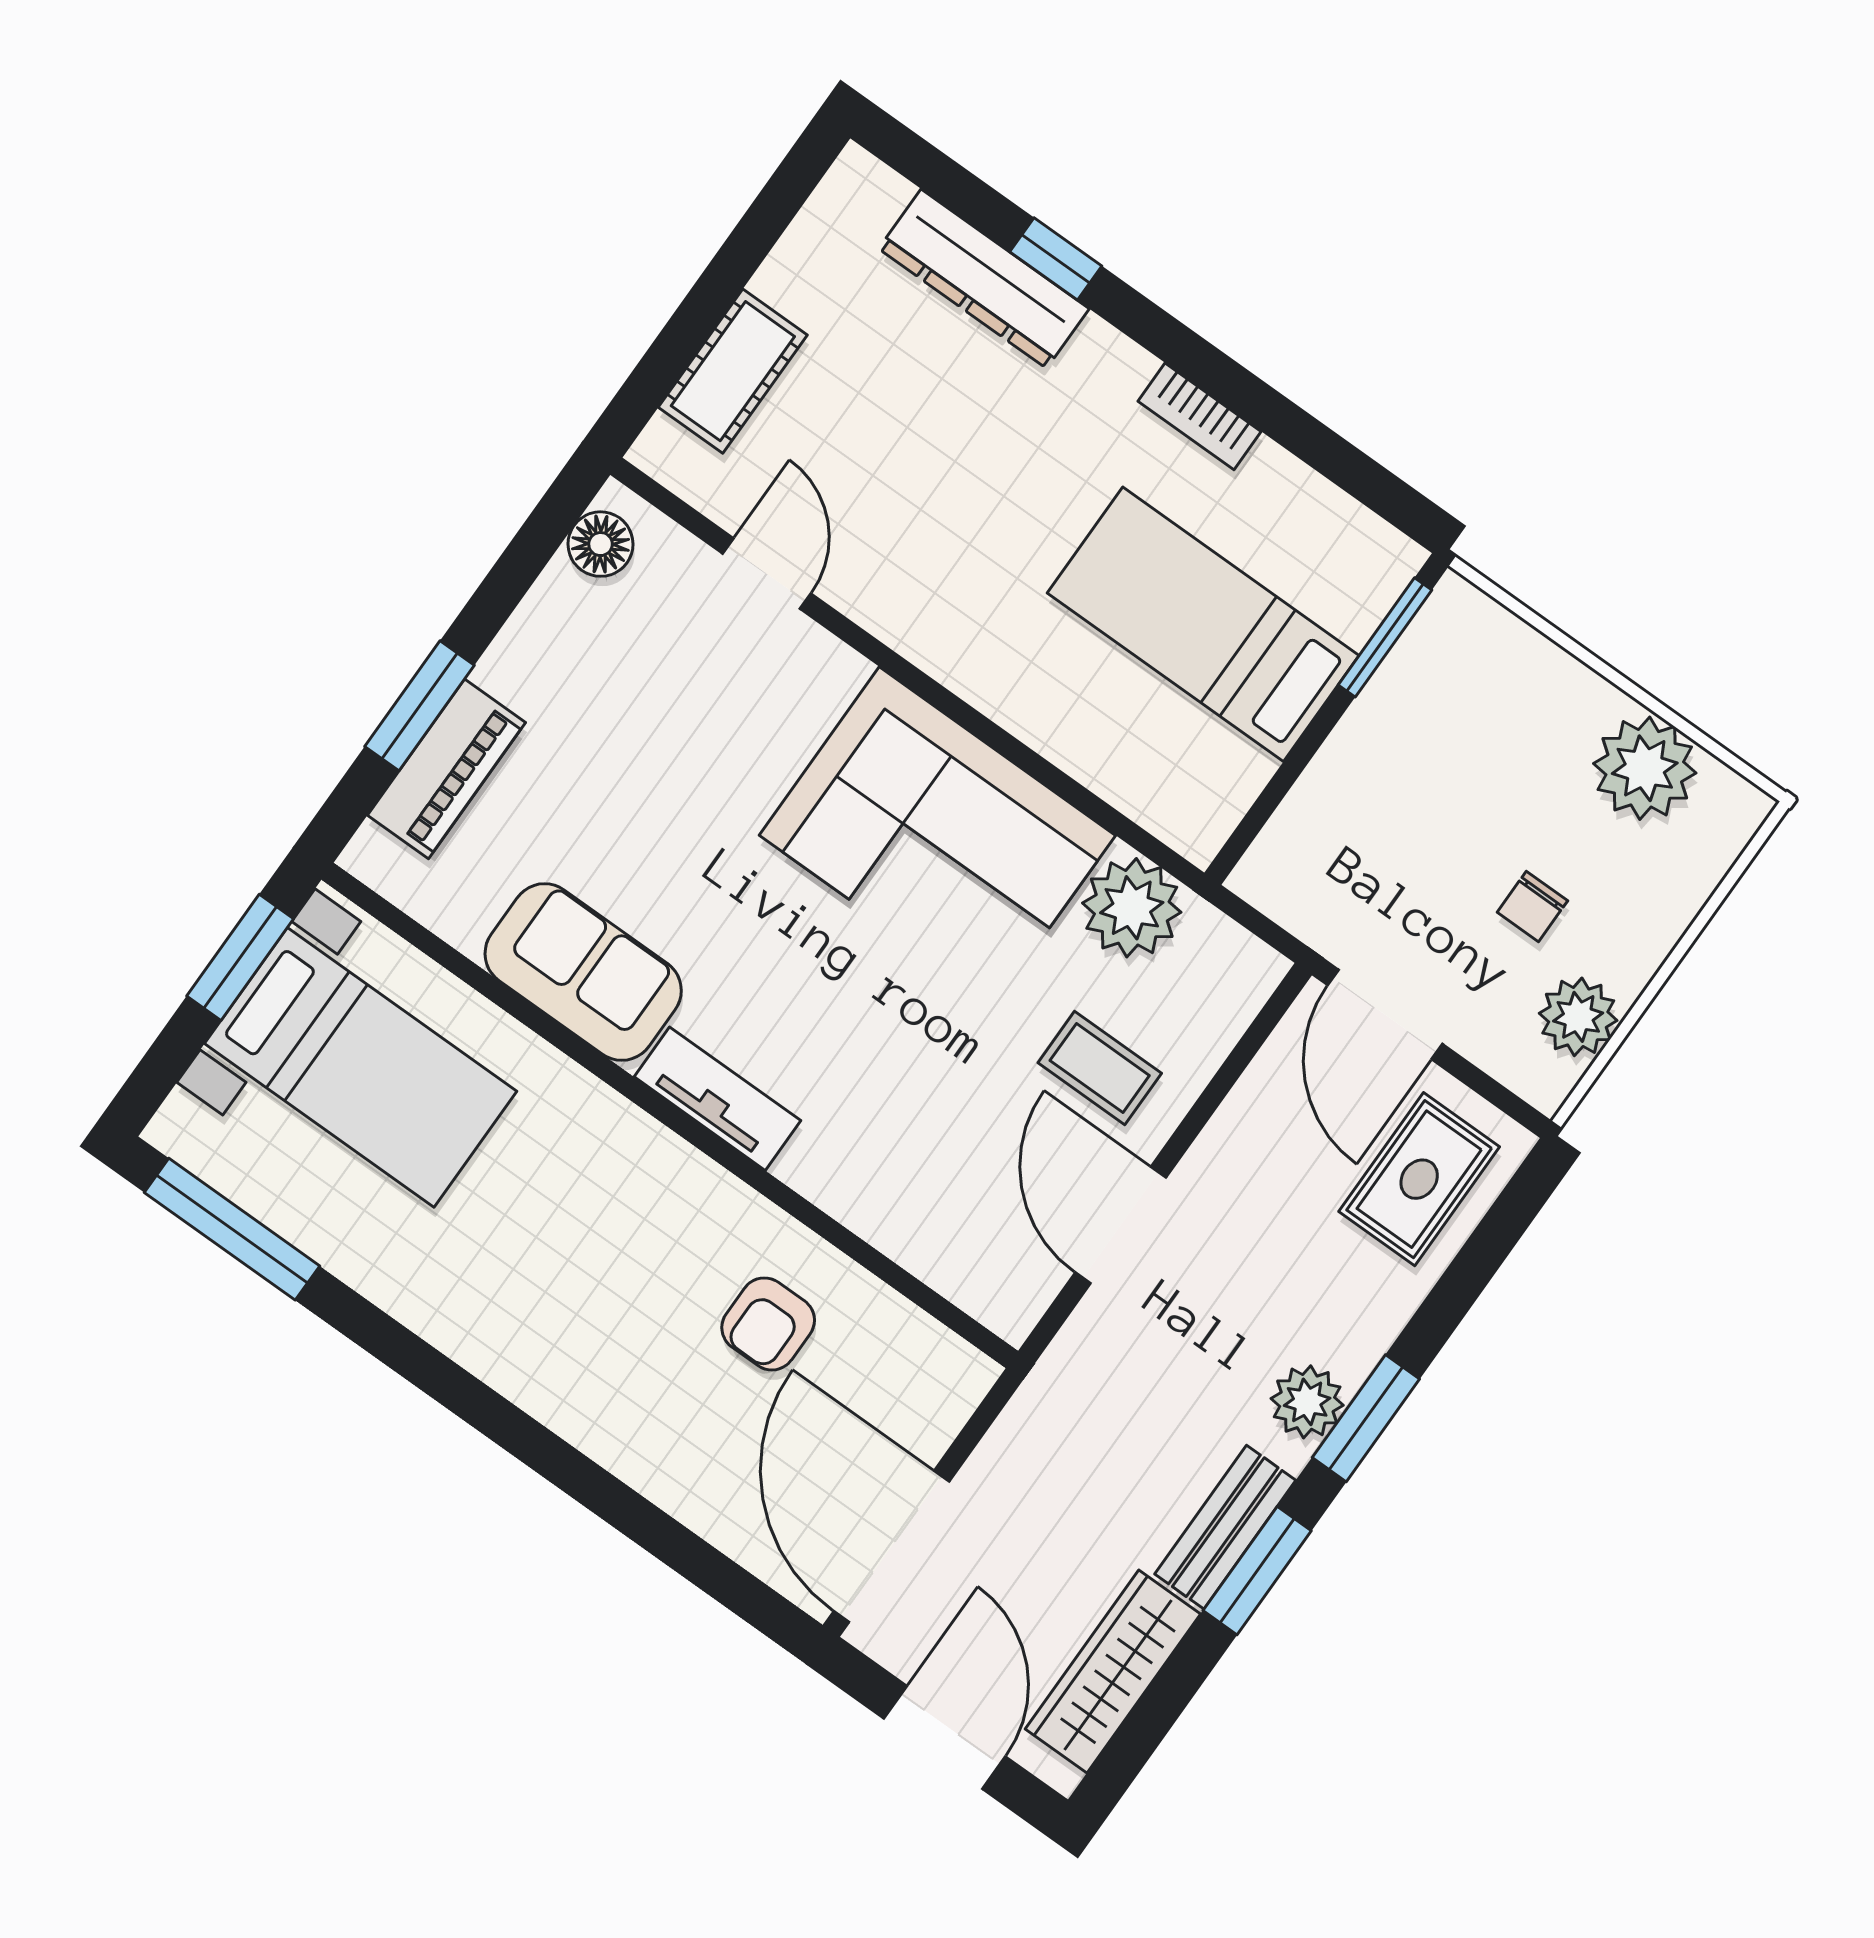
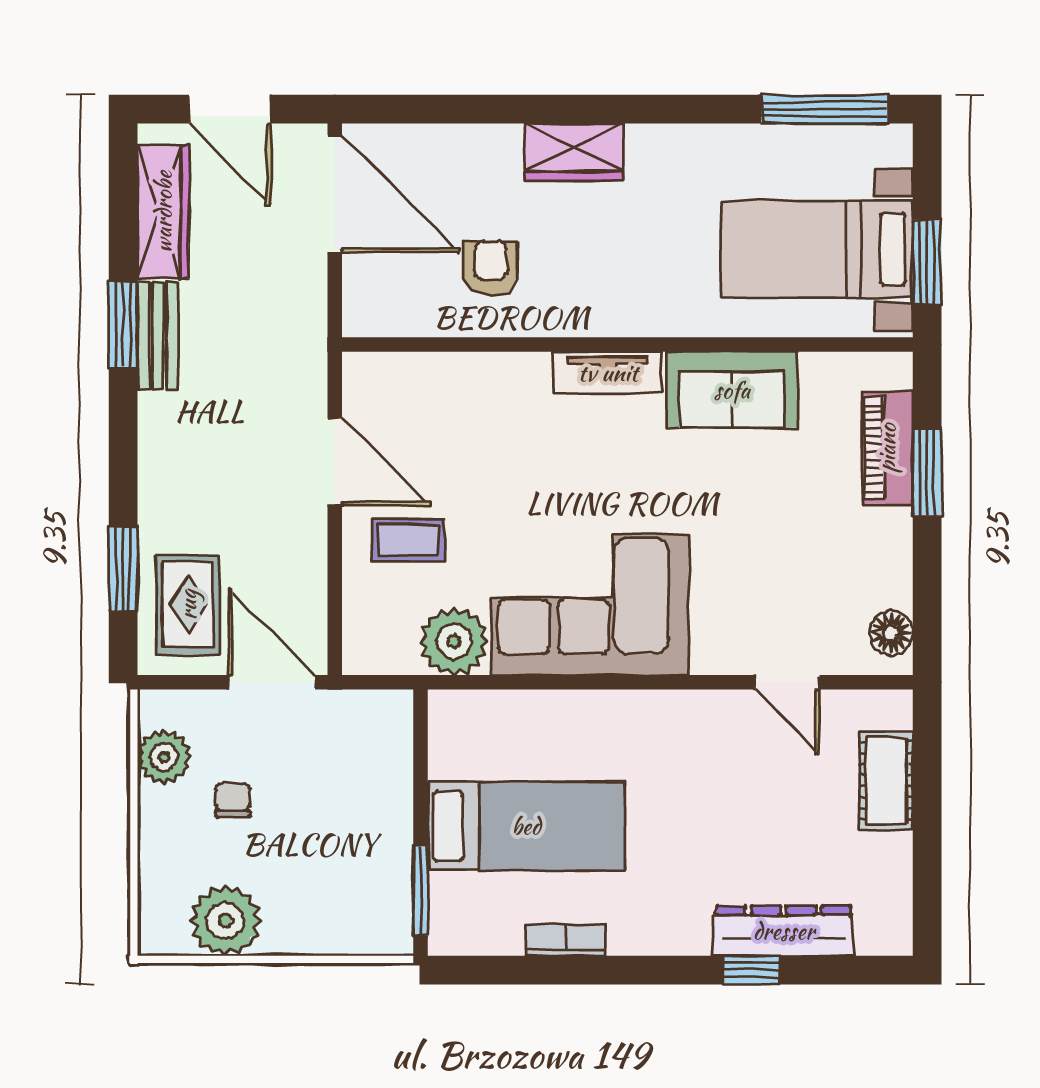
bookcase: (1199, 416) -> (566, 940), moved
wardrobe: (569, 1392) -> (574, 152), added
plant: (1307, 1402) -> (162, 437), removed
window: (1366, 1418) -> (123, 569), moved

